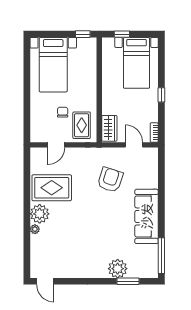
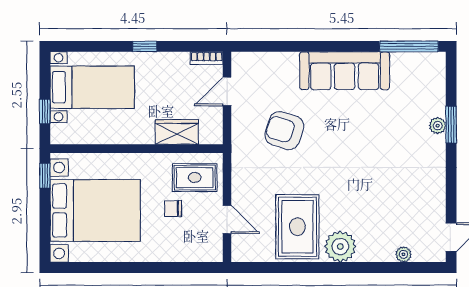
bed with nightstands: (53, 65) -> (95, 210), width x1.36
wardrobe: (109, 128) -> (177, 132), moved
plant: (35, 229) -> (403, 254), moved
plant: (118, 269) -> (438, 126), width x0.53, depth x0.53
window: (128, 281) -> (451, 125), moved

